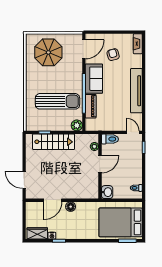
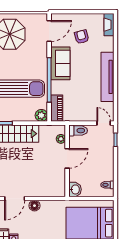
piano: (91, 106) -> (57, 108), moved

